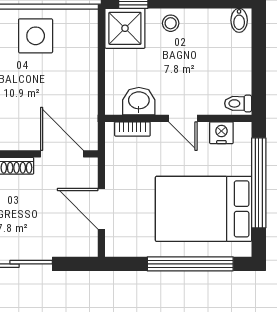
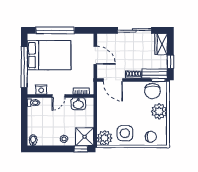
plant: (81, 25) -> (104, 138), added
door: (183, 118) -> (58, 96), swing flipped

